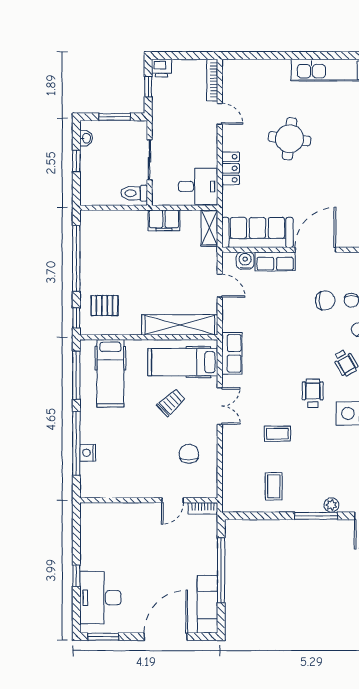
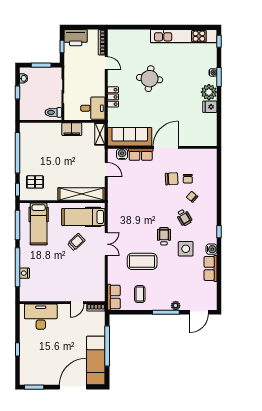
printer: (162, 68) -> (76, 38), width x1.87, depth x1.48
row of seats: (232, 353) -> (114, 297), moved
coffee table: (277, 434) -> (142, 261), width x1.86, depth x1.72
chair: (189, 454) -> (87, 274), removed
desk: (100, 598) -> (41, 317), moved, turned 90
exam couch: (207, 604) -> (96, 361), width x1.36, depth x1.45

